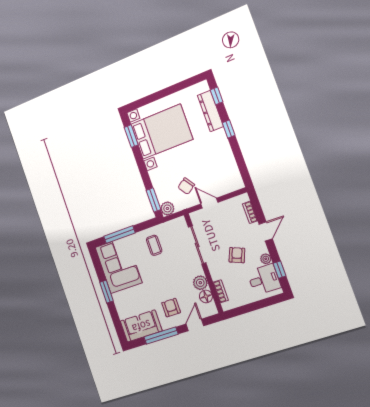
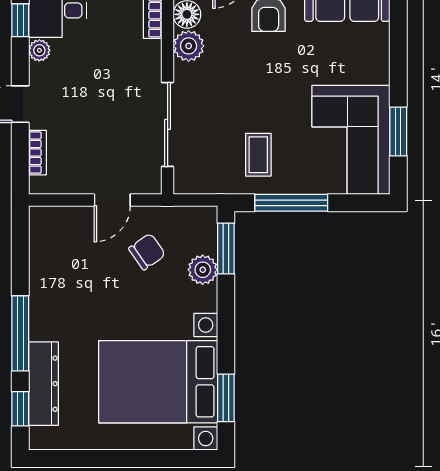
window: (229, 129) -> (20, 333), width x2.17
door: (209, 203) -> (112, 200), hinge flipped
plant: (167, 208) -> (203, 270), moved
window: (119, 235) -> (291, 203), moved
armchair: (237, 255) -> (94, 77), removed
window: (106, 292) -> (398, 131), moved

